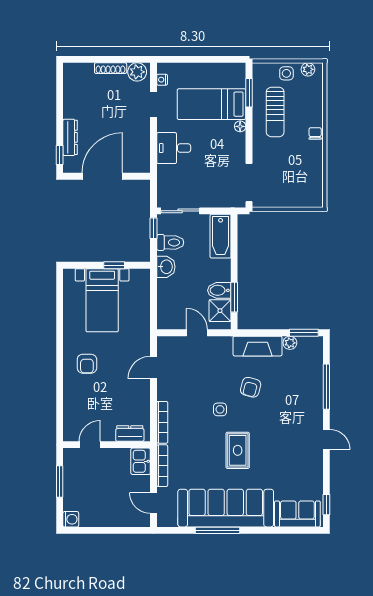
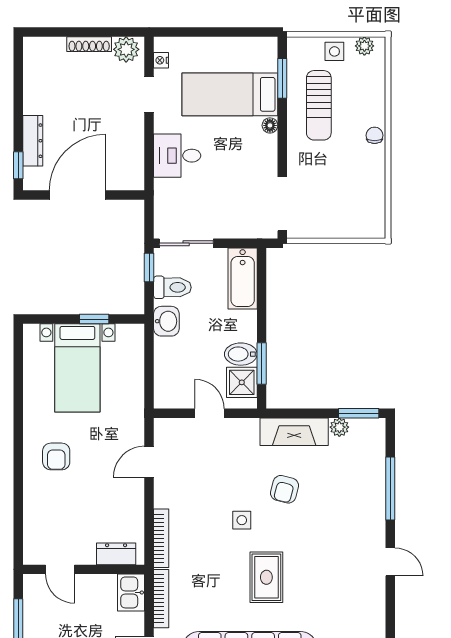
door: (90, 445) -> (60, 569), swing flipped

